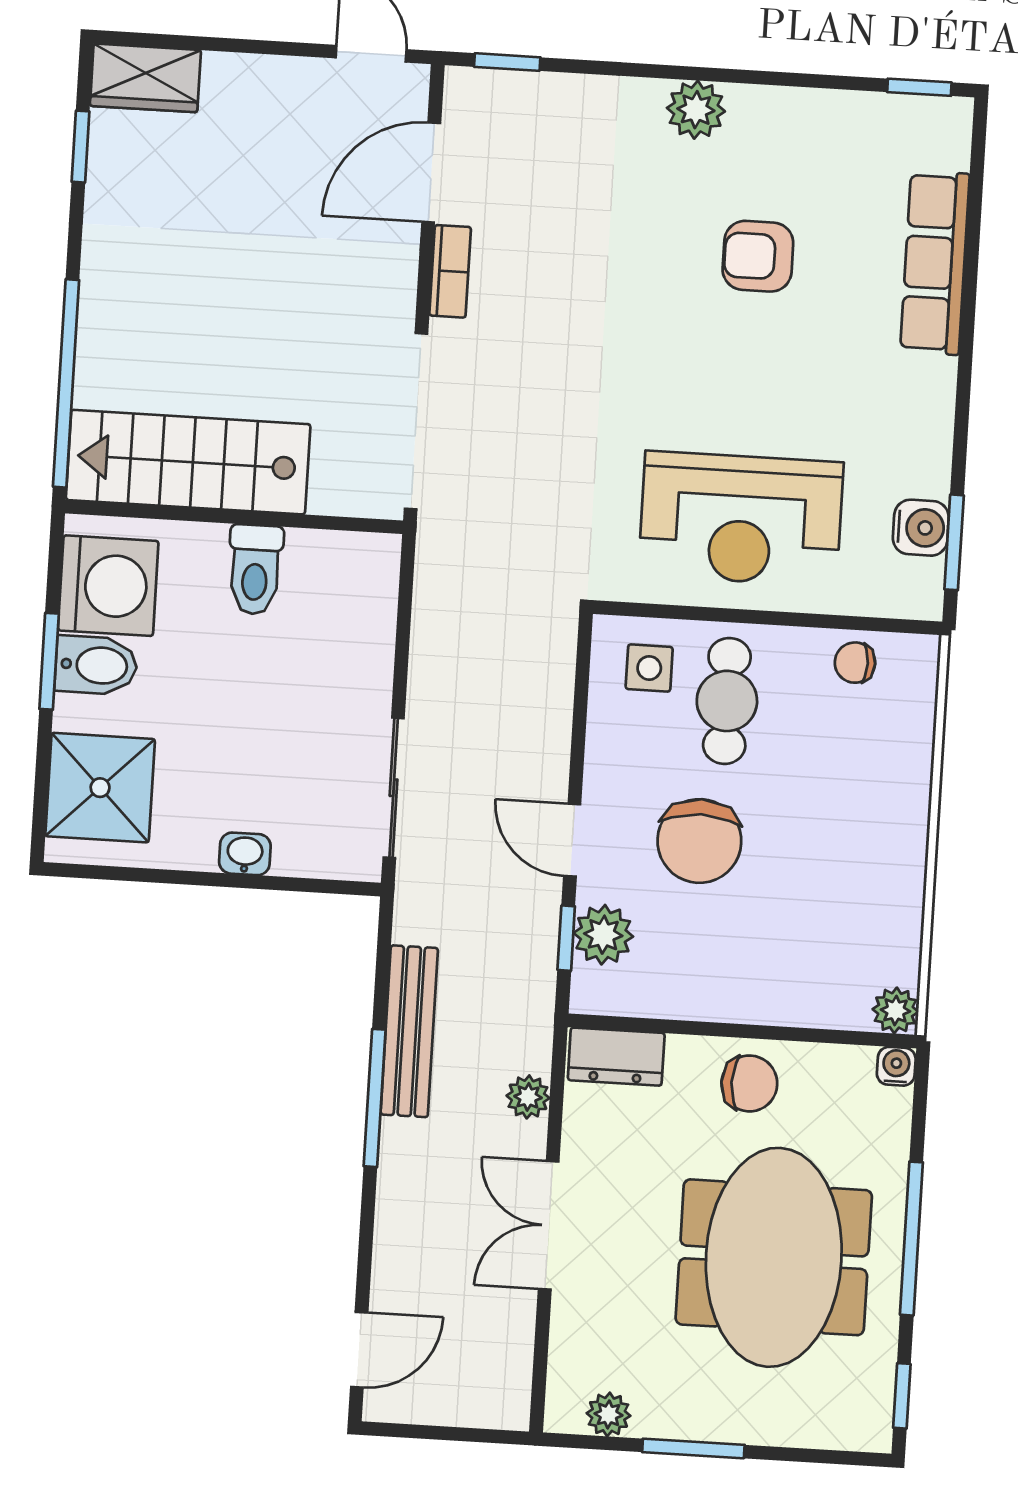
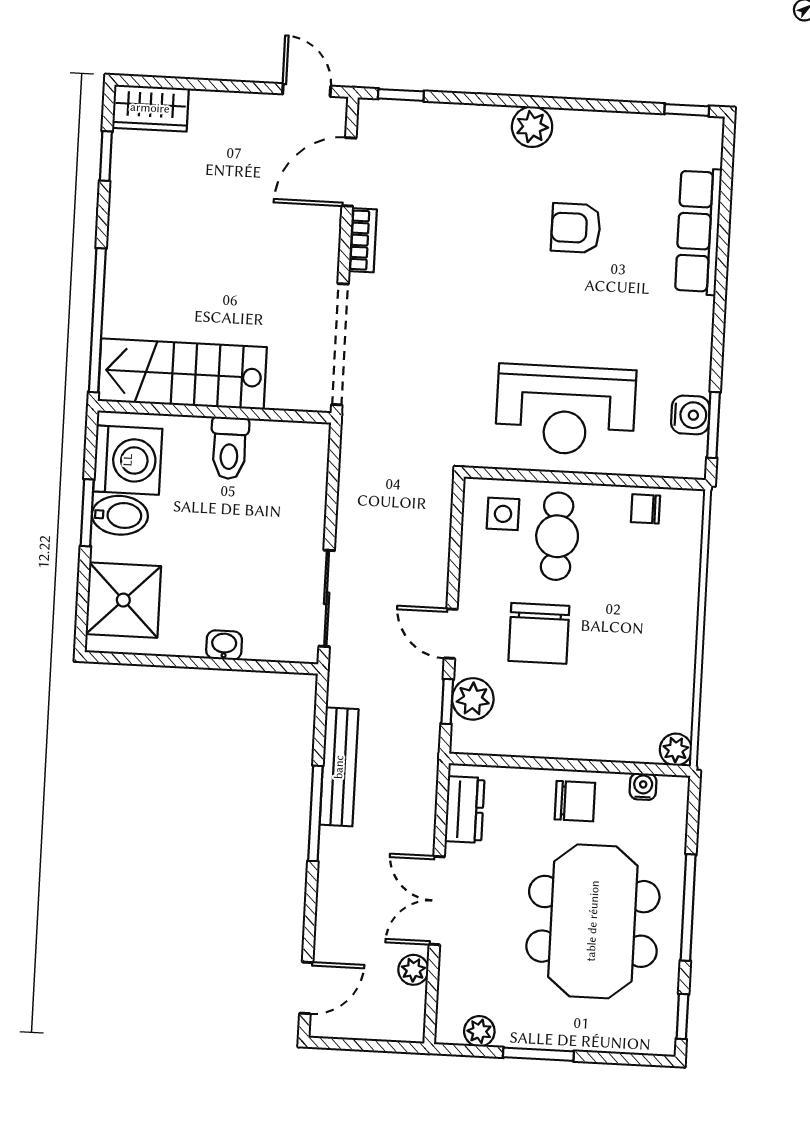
dresser: (616, 1057) -> (465, 809), moved, turned -90
water cooler: (896, 1066) -> (643, 786), moved
plant: (528, 1097) -> (413, 970), moved

